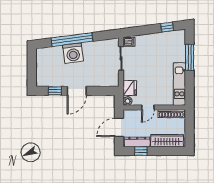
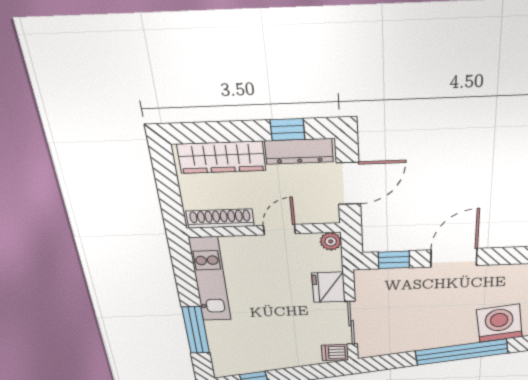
washing machine: (73, 53) -> (499, 323), moved
fridge: (130, 88) -> (329, 287), moved
window: (55, 91) -> (394, 260), moved

